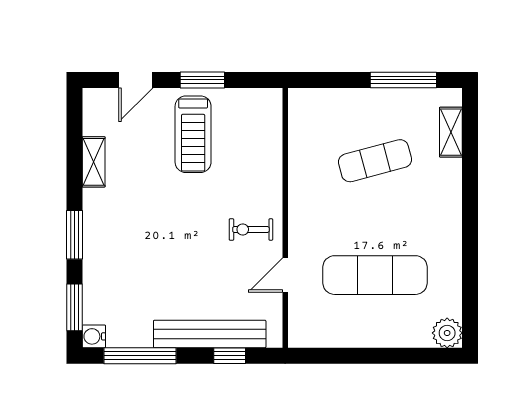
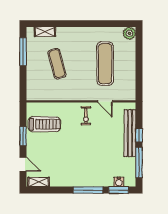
treadmill: (193, 134) -> (44, 124), moved
shelving: (94, 162) -> (39, 182), moved
window: (74, 235) -> (88, 190), width x1.44
water cooler: (94, 336) -> (119, 182), moved
window: (230, 356) -> (139, 135), moved

